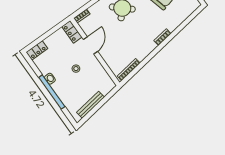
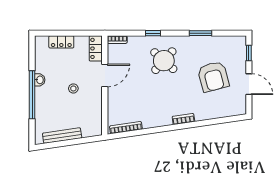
locker: (37, 50) -> (61, 42), moved

